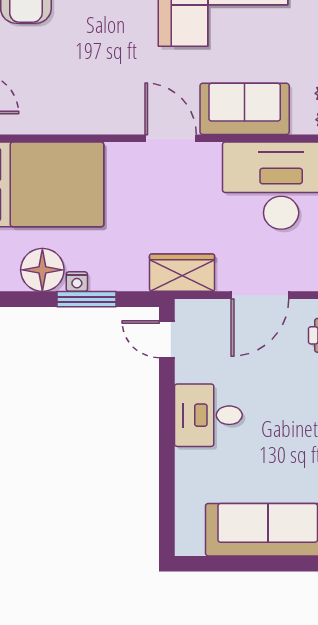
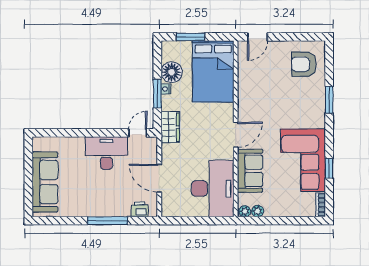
wardrobe: (182, 273) -> (170, 127), moved
desk: (208, 415) -> (106, 153), width x1.37

